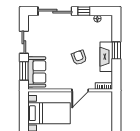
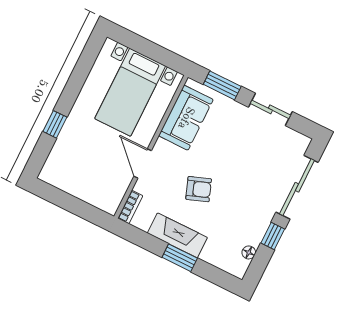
sofa: (37, 72) -> (186, 118), moved, turned -90

